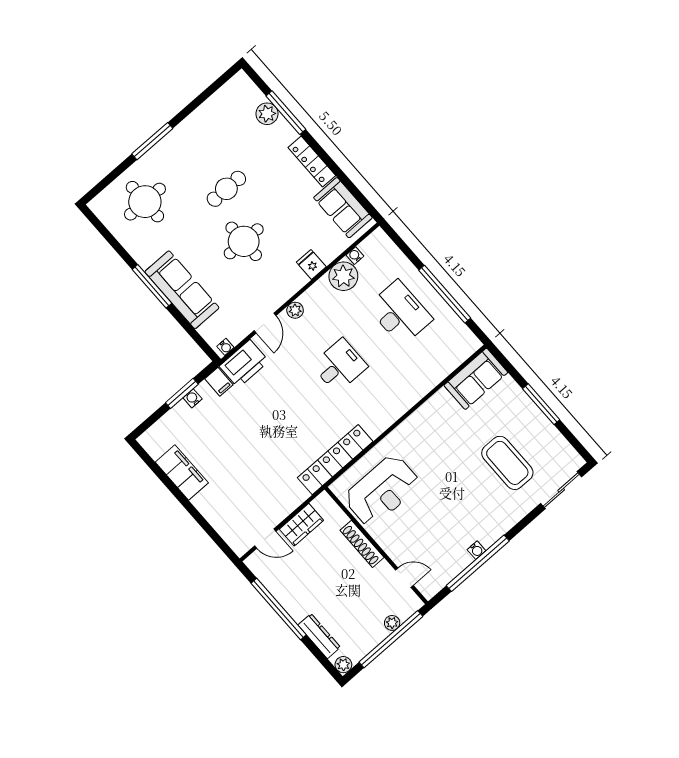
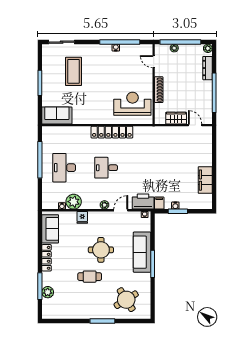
round table: (145, 202) -> (126, 300), turned -32
locker: (335, 460) -> (112, 132), moved

